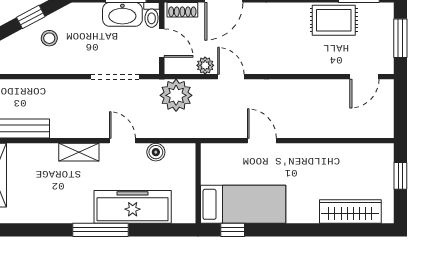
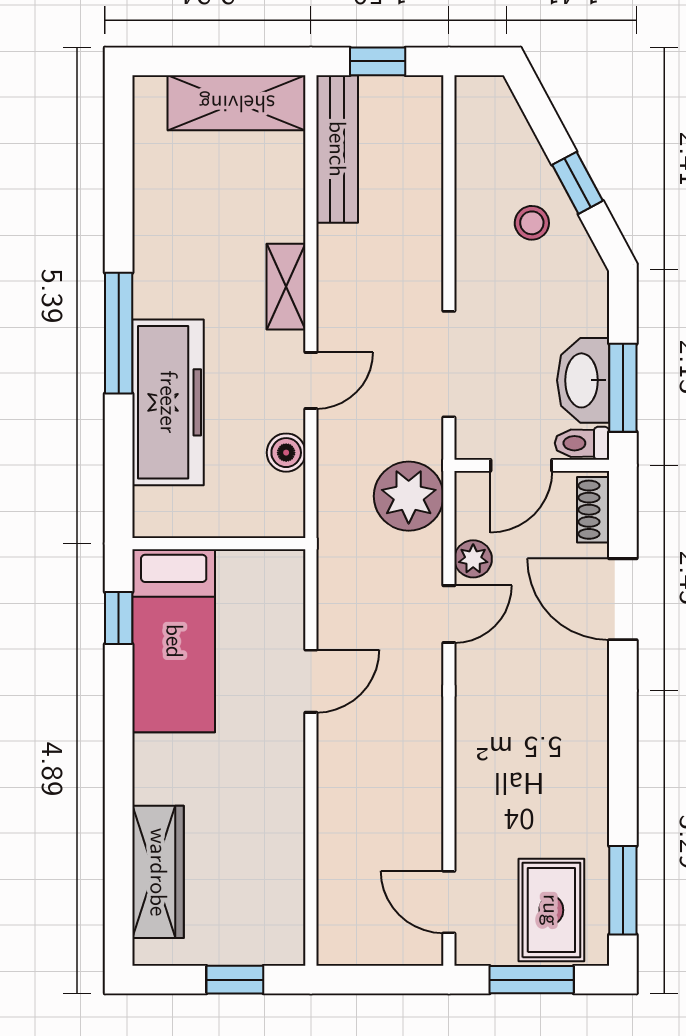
rug: (334, 20) -> (551, 910), moved

